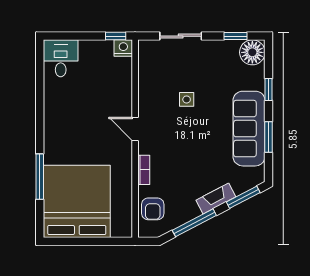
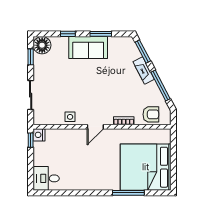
side table: (187, 99) -> (70, 117), moved
sofa: (249, 129) -> (88, 47), width x0.73

